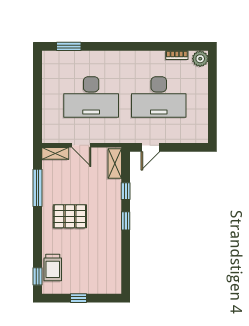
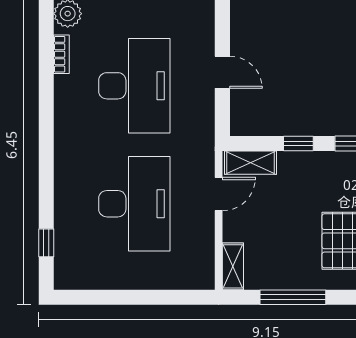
window: (69, 46) -> (46, 243), width x0.67
door: (81, 145) -> (219, 194), moved
door: (150, 147) -> (222, 72), moved

